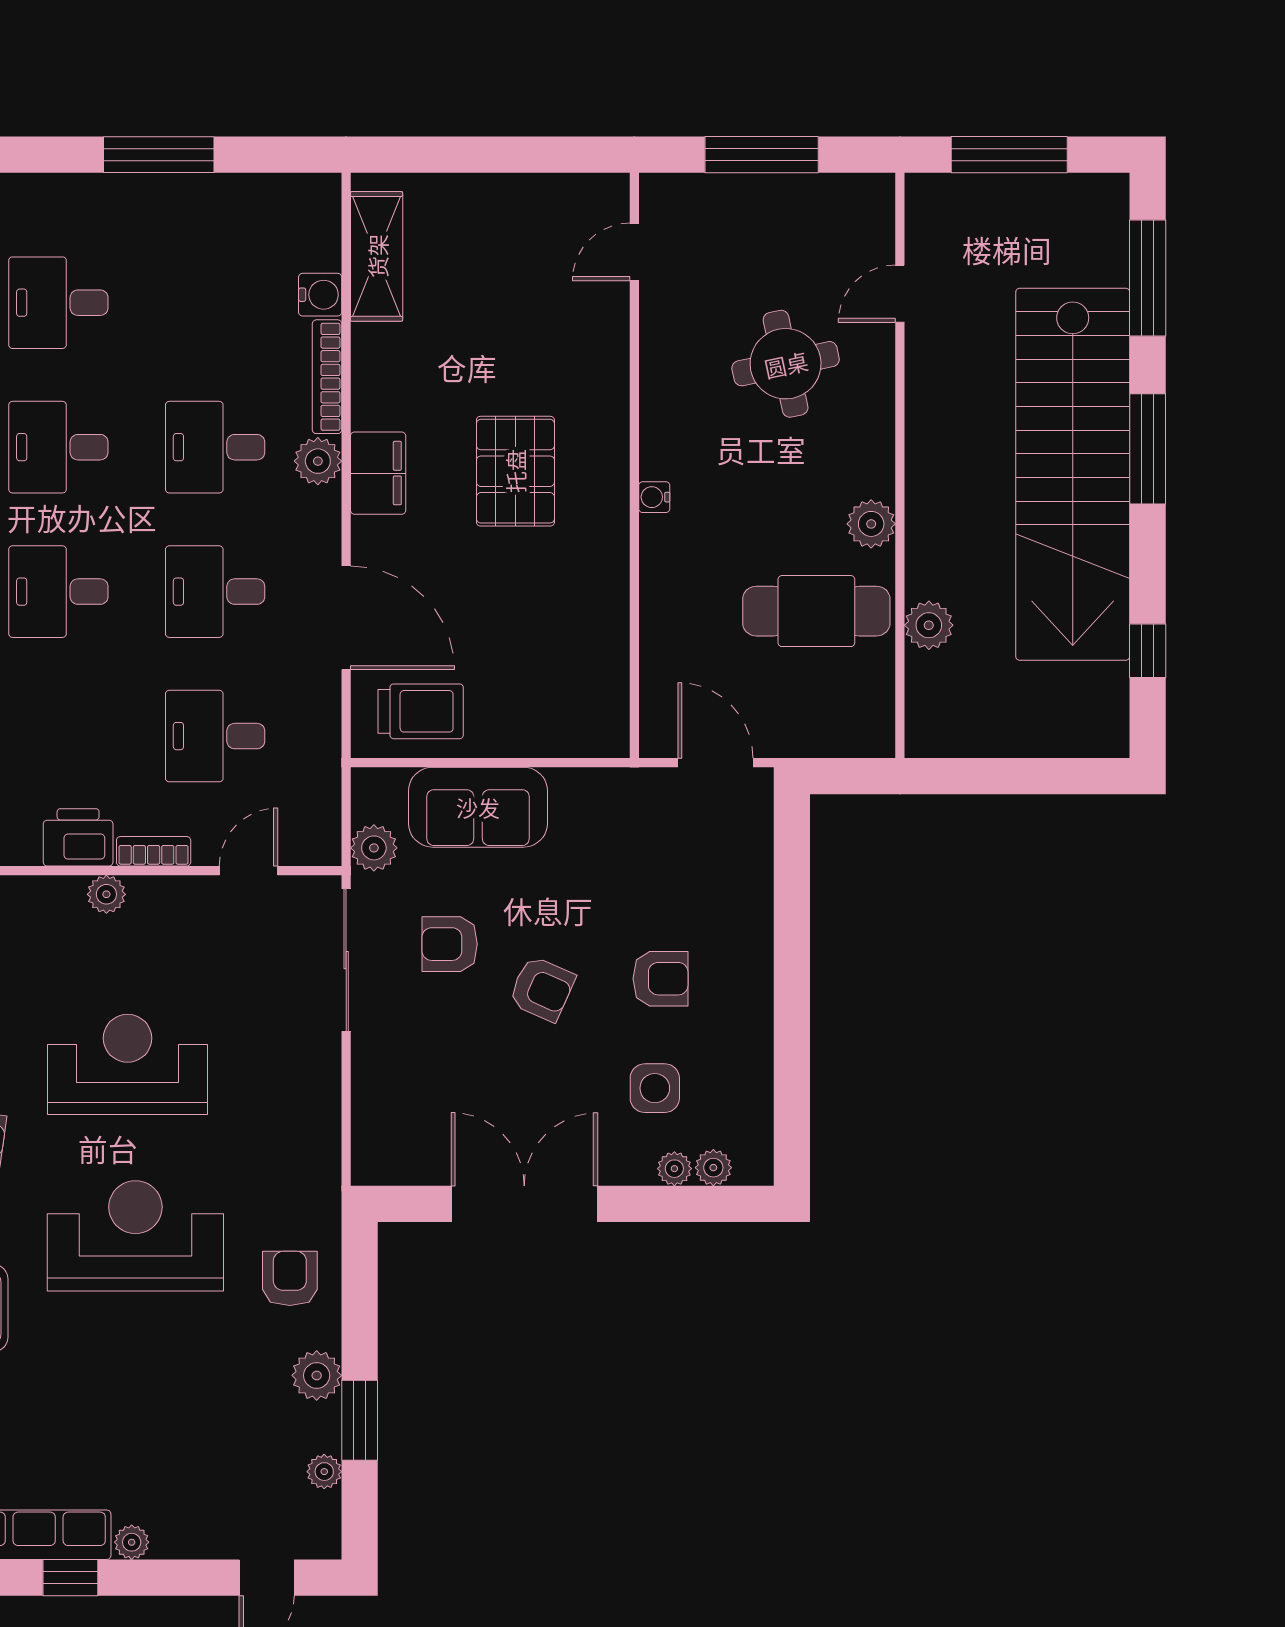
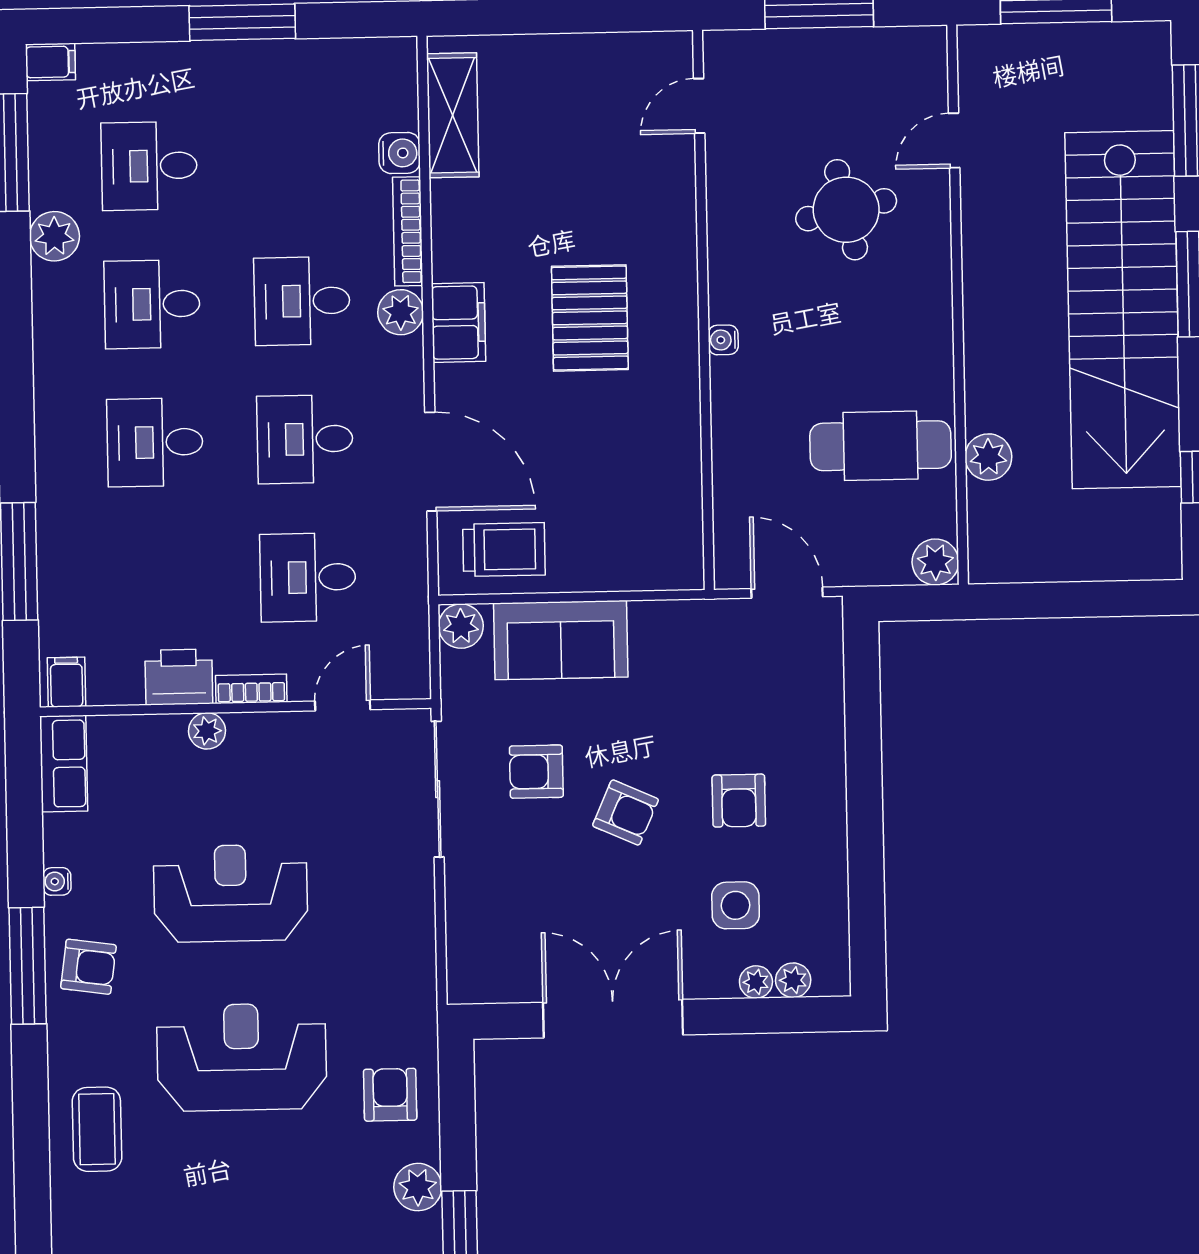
plant: (871, 524) -> (935, 562), moved
plant: (374, 848) -> (461, 626), moved
armchair: (661, 979) -> (739, 801), turned 90

